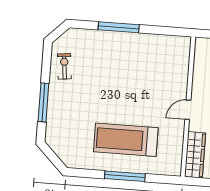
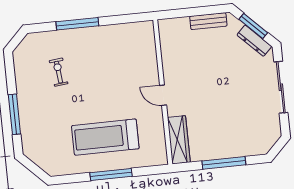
exercise bike: (64, 66) -> (59, 72), moved
door: (188, 110) -> (163, 95), hinge flipped

